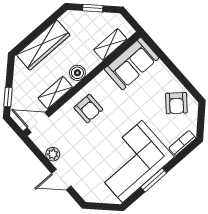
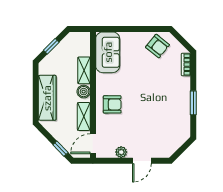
shelving: (110, 45) -> (84, 70), moved
corner sofa: (132, 161) -> (170, 106), removed

